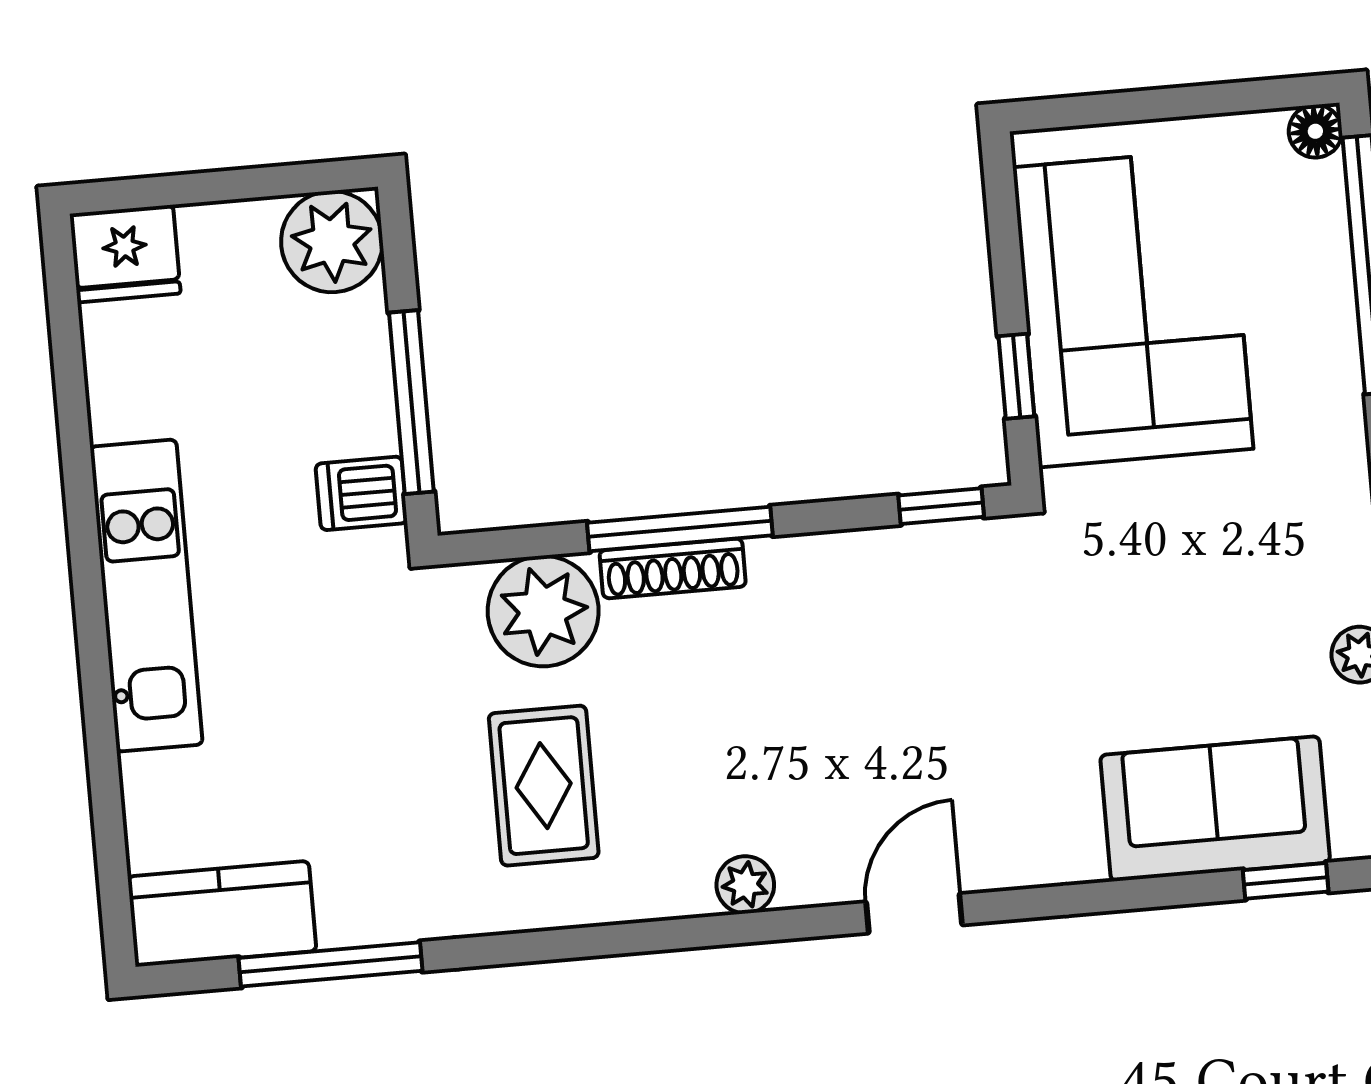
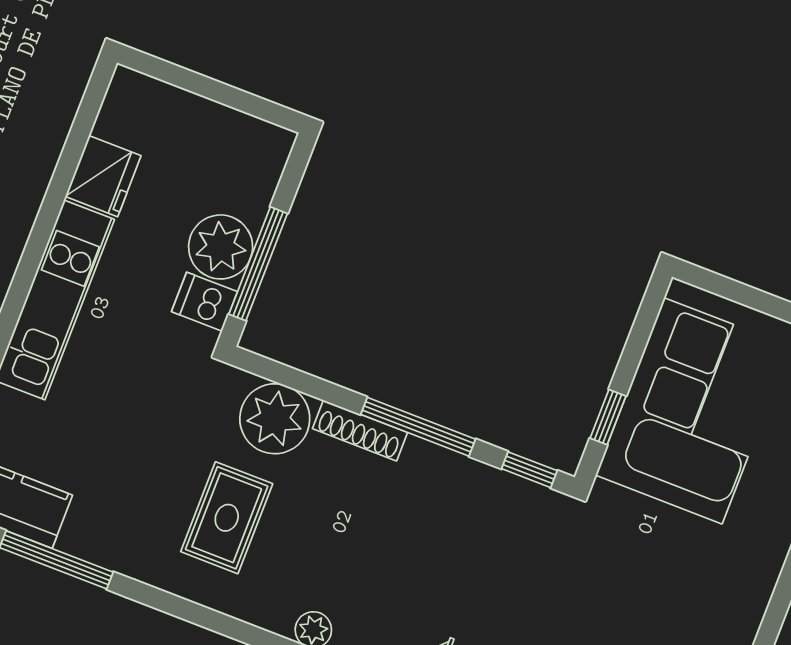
plant: (332, 242) -> (221, 247), moved
fridge: (125, 254) -> (103, 176), moved, turned -90
window: (680, 529) -> (418, 427), moved

